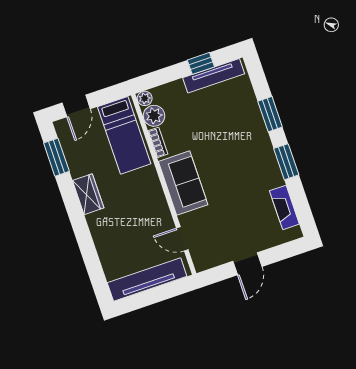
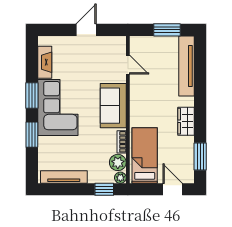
window: (201, 63) -> (104, 189), moved
door: (76, 106) -> (173, 189), hinge flipped
corner sofa: (250, 158) -> (58, 108), added
tv unit: (147, 280) -> (187, 66), moved, turned 90
window: (149, 297) -> (167, 30), added

